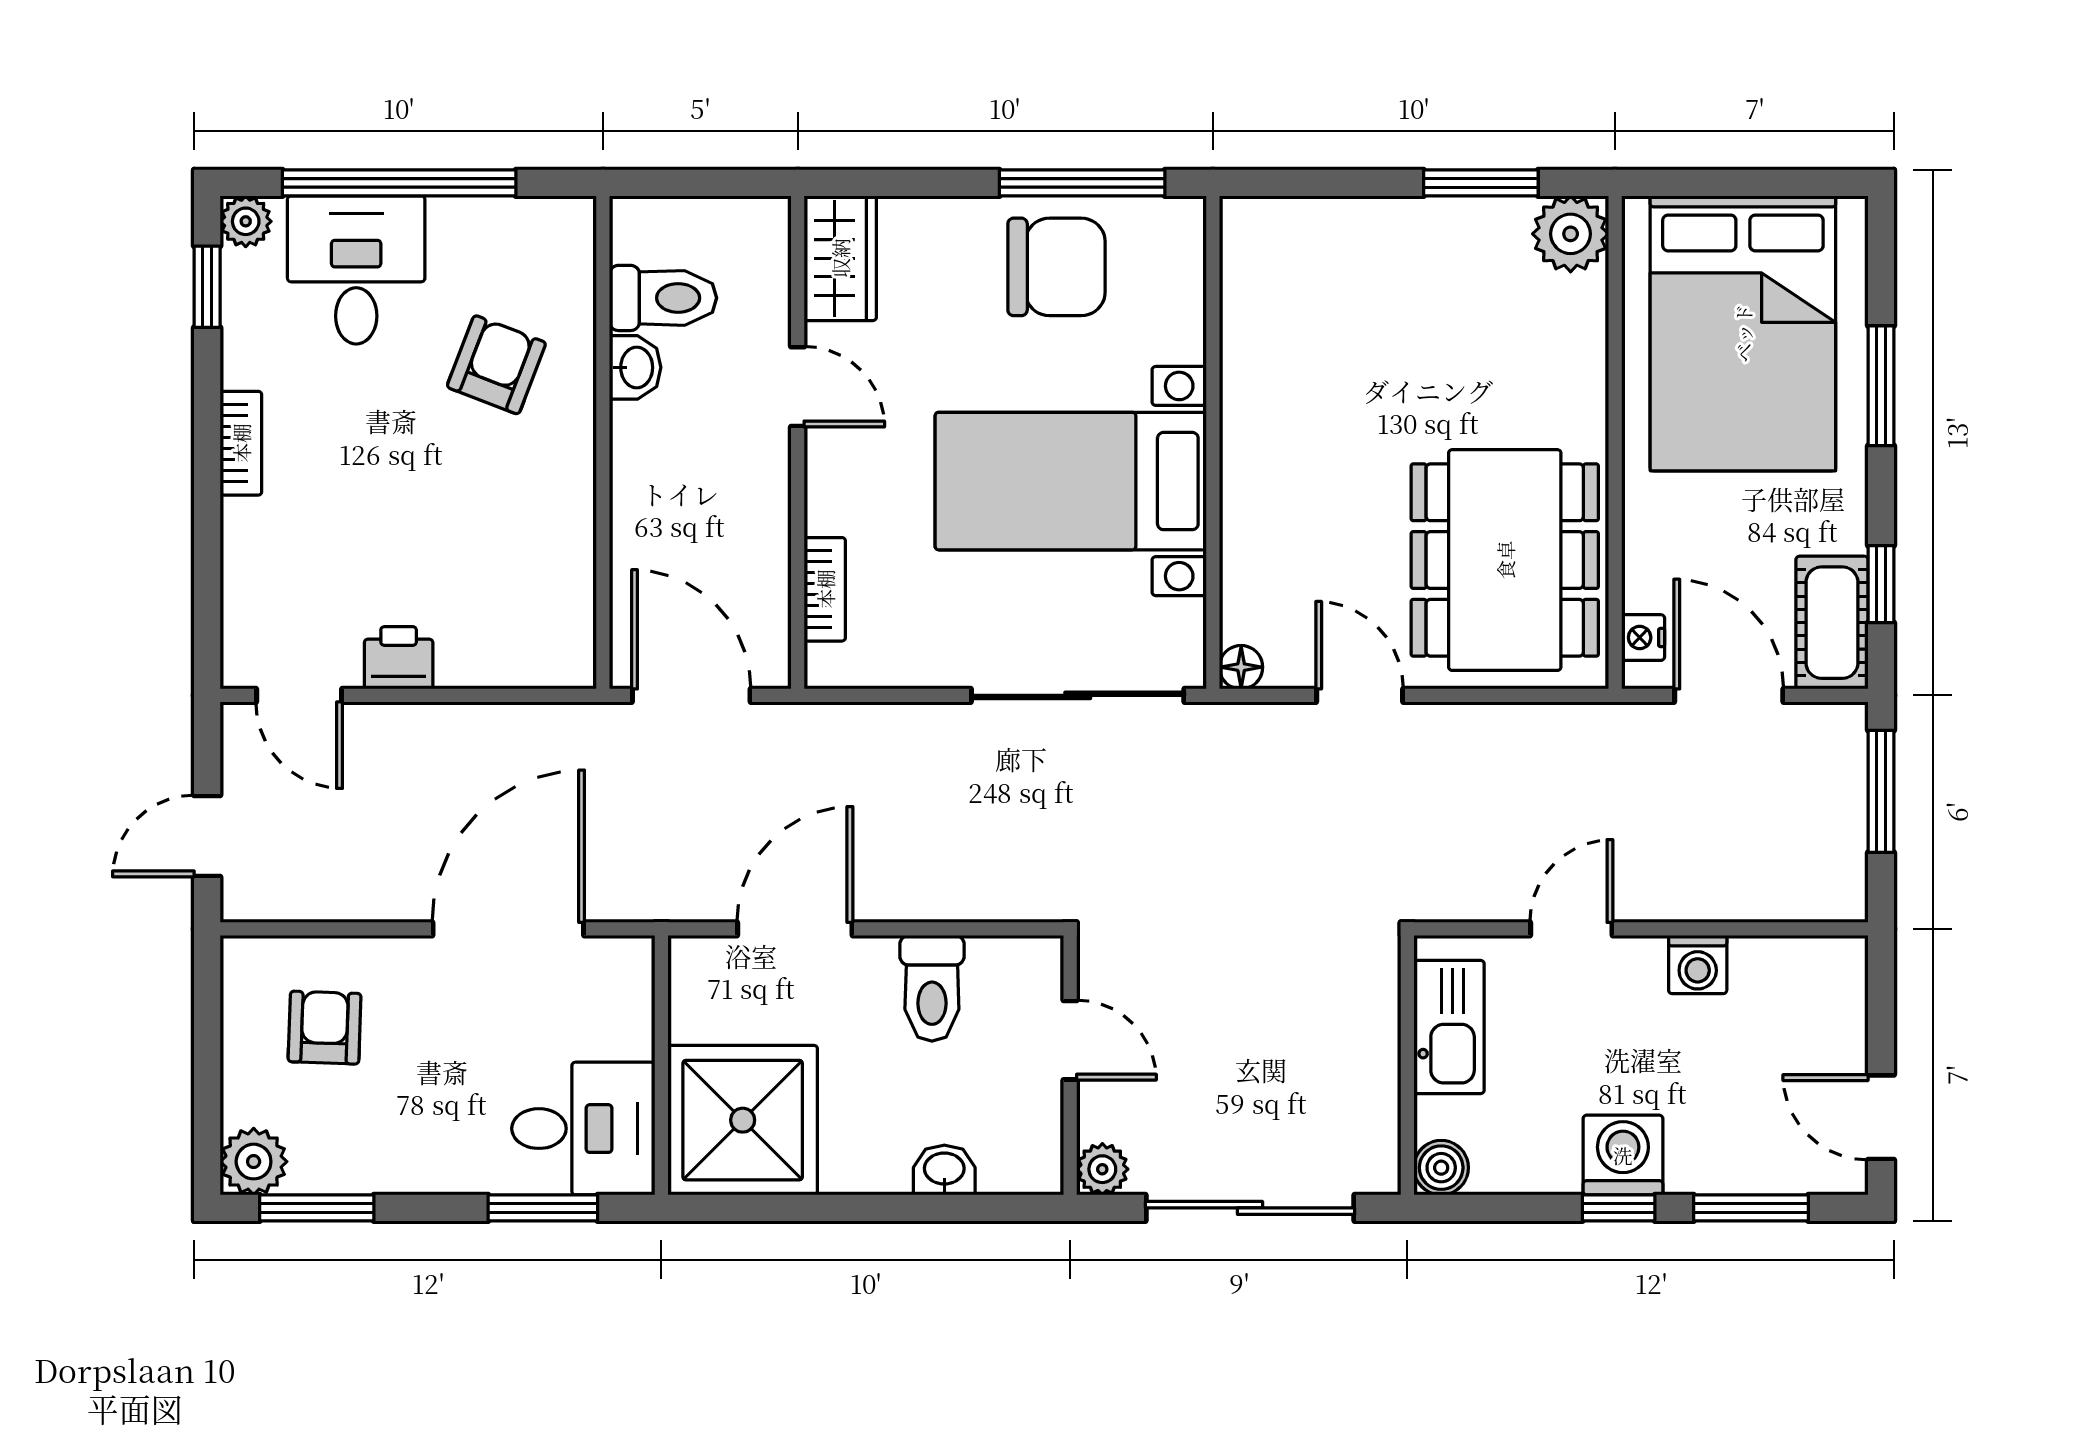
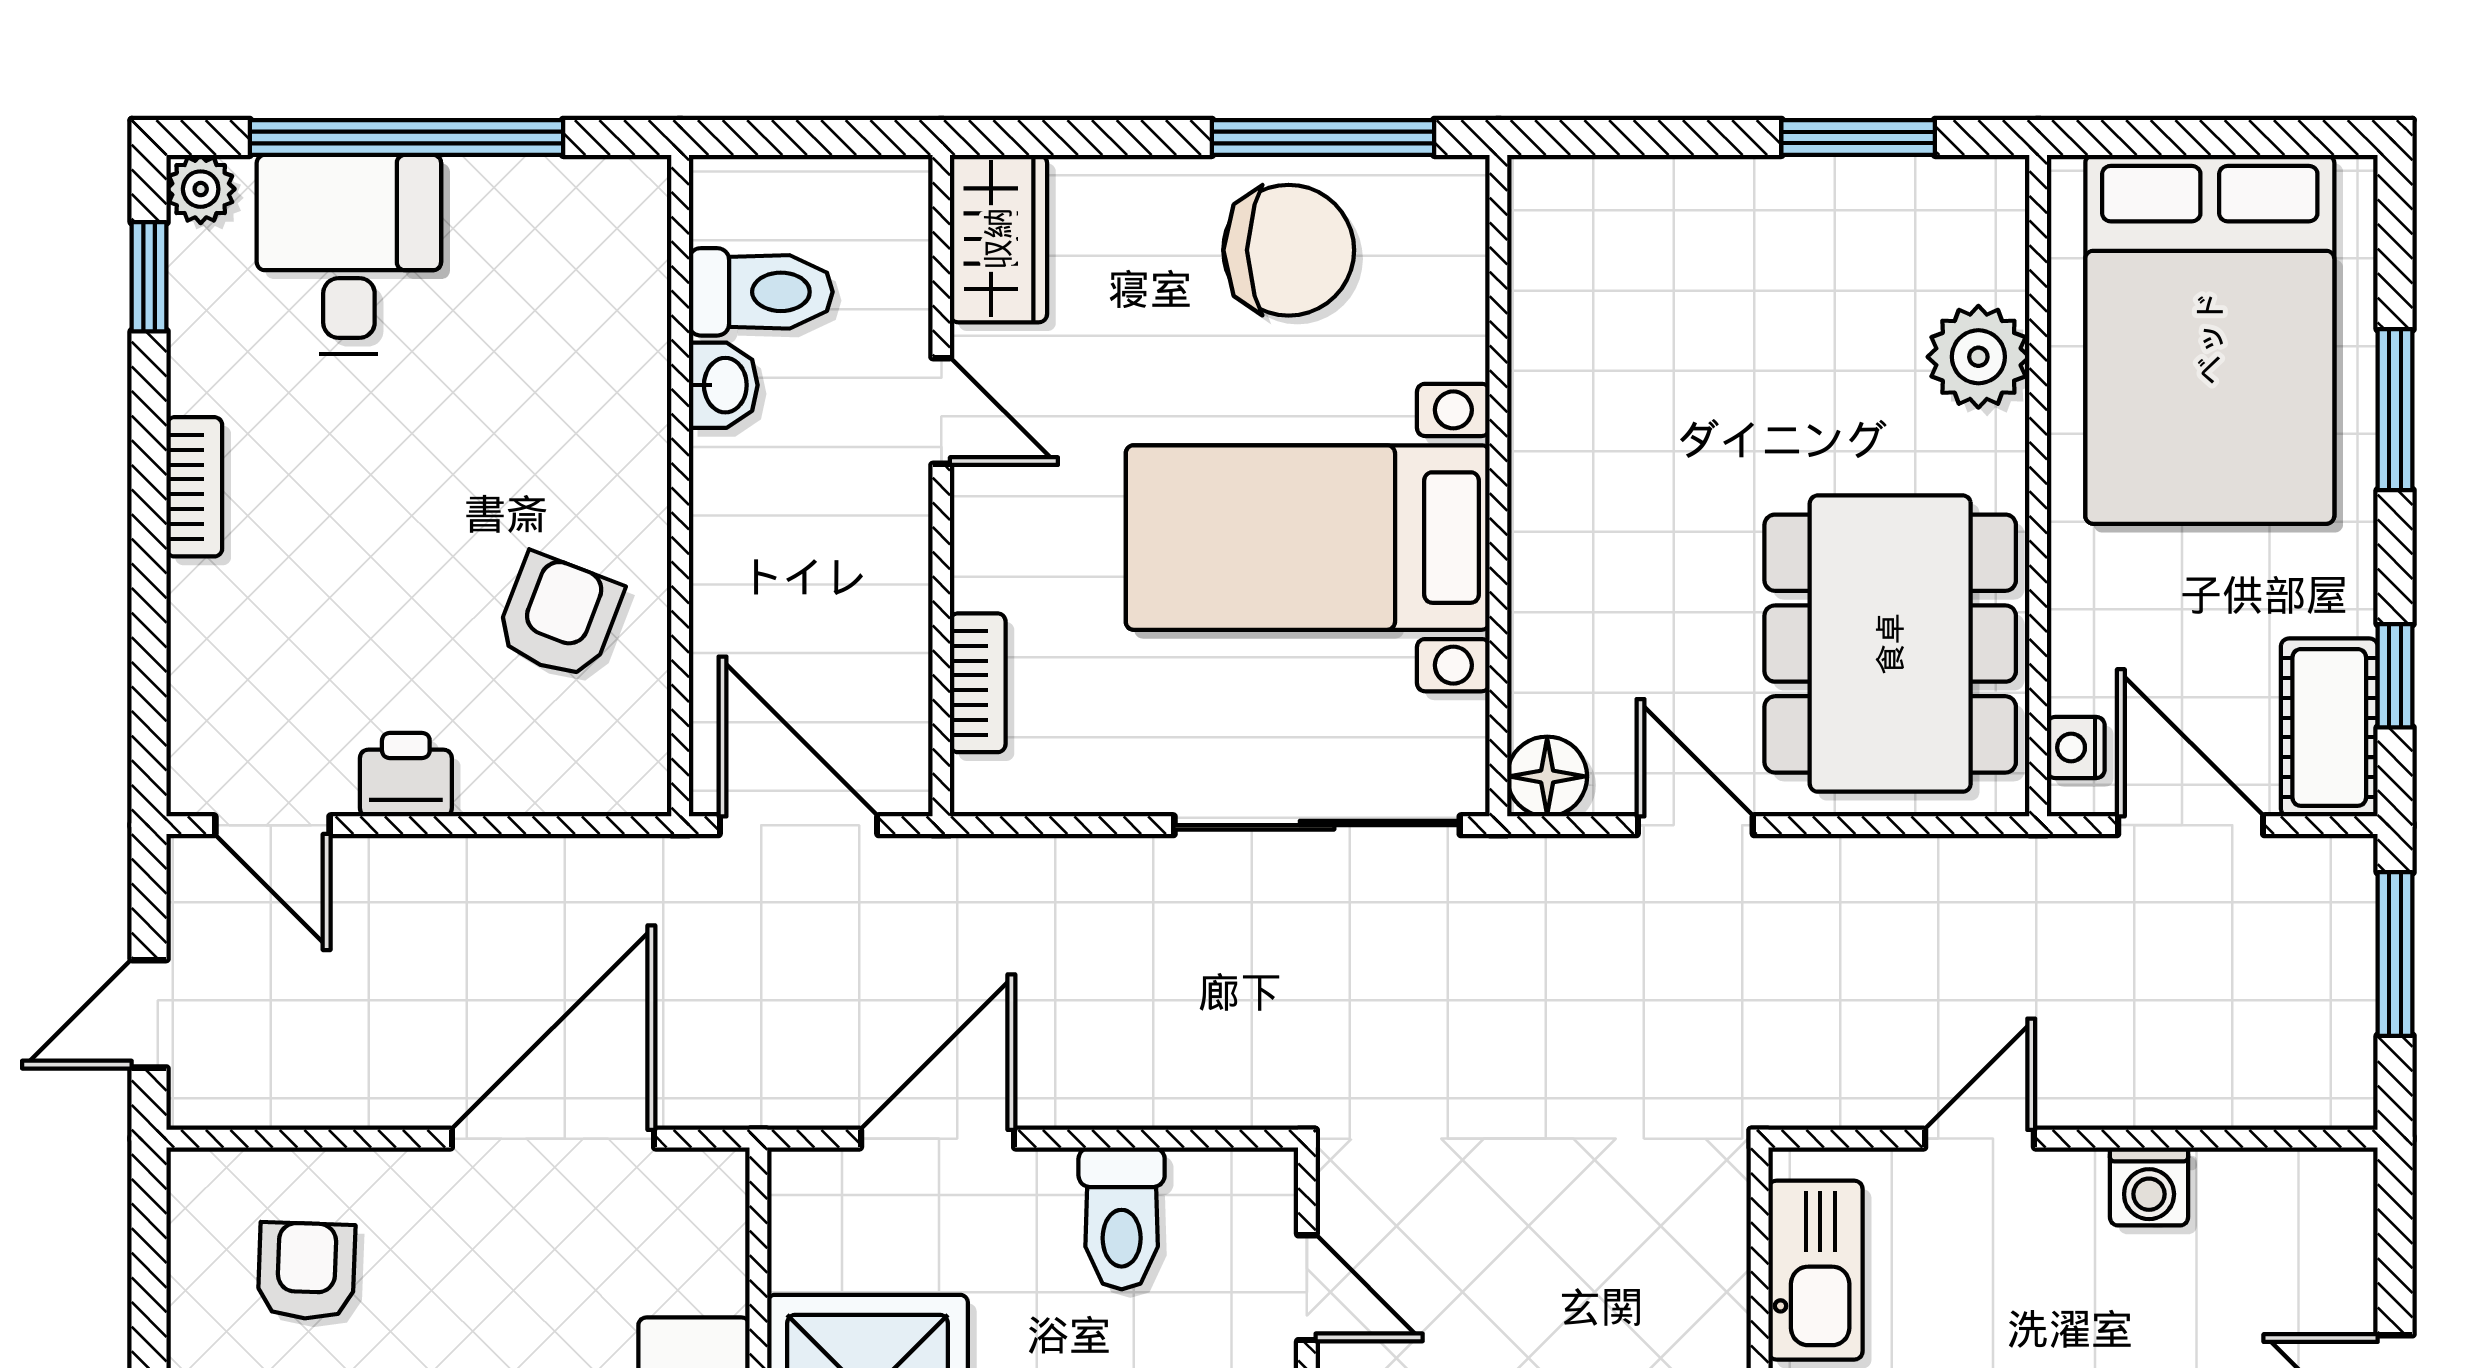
plant: (1571, 234) -> (1978, 357), moved
armchair: (496, 365) -> (559, 616), moved
floor lamp: (1241, 667) -> (1547, 776), width x1.37, depth x1.37

